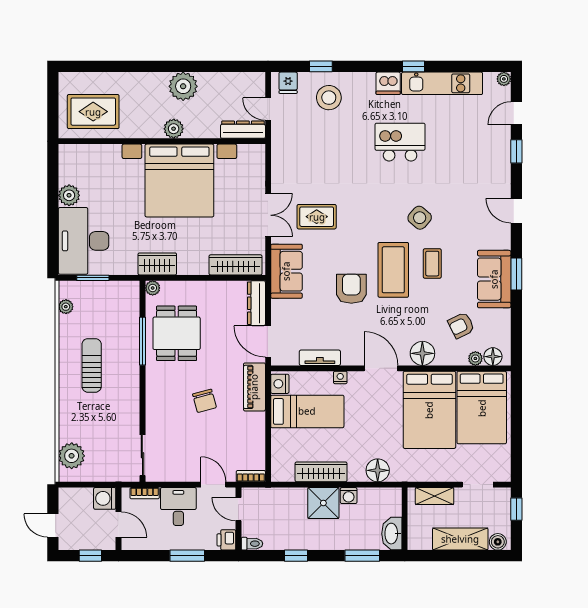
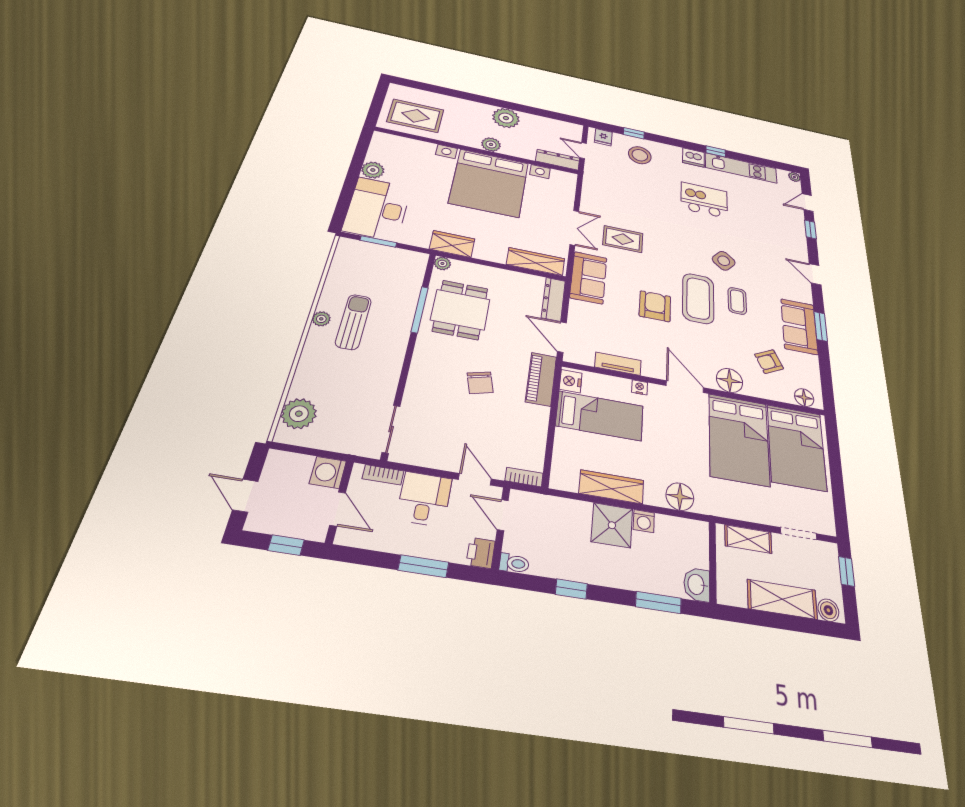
plant: (66, 307) -> (321, 319), moved
plant: (475, 358) -> (786, 396), removed
washbasin: (392, 534) -> (697, 584), width x0.72

